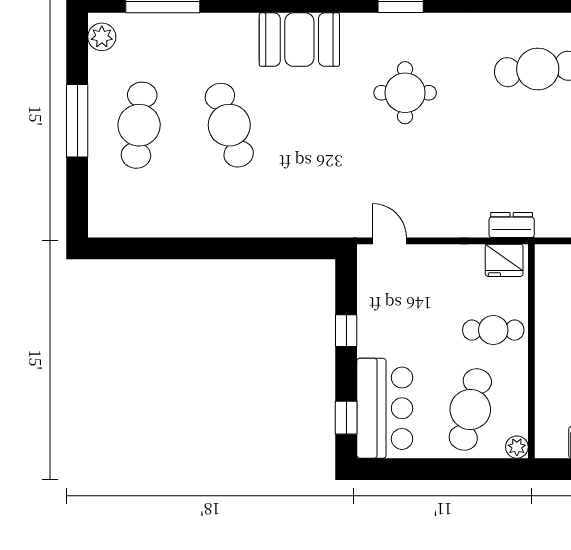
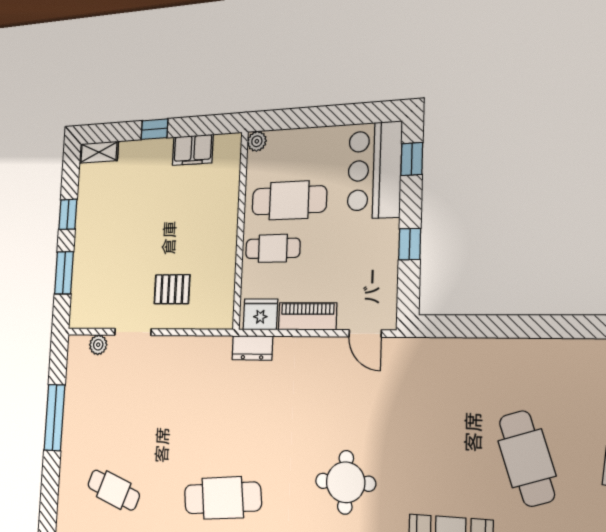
piano: (452, 258) -> (307, 316), added
cafe table: (470, 409) -> (289, 200), moved, turned 76

